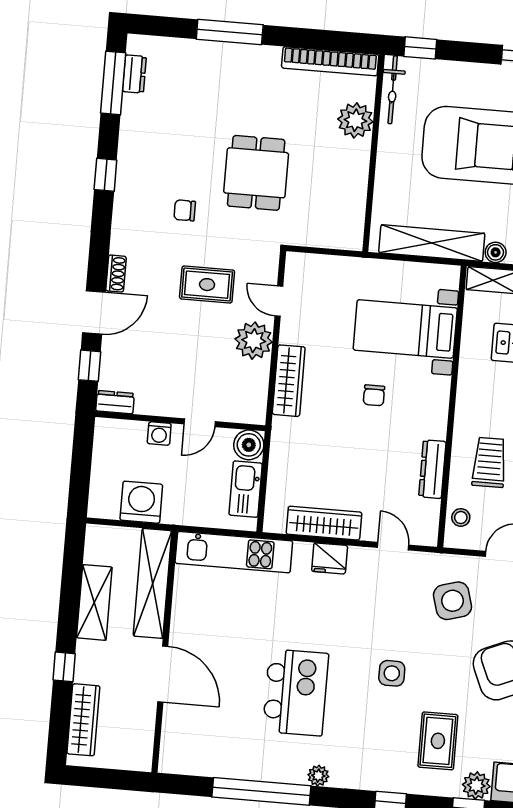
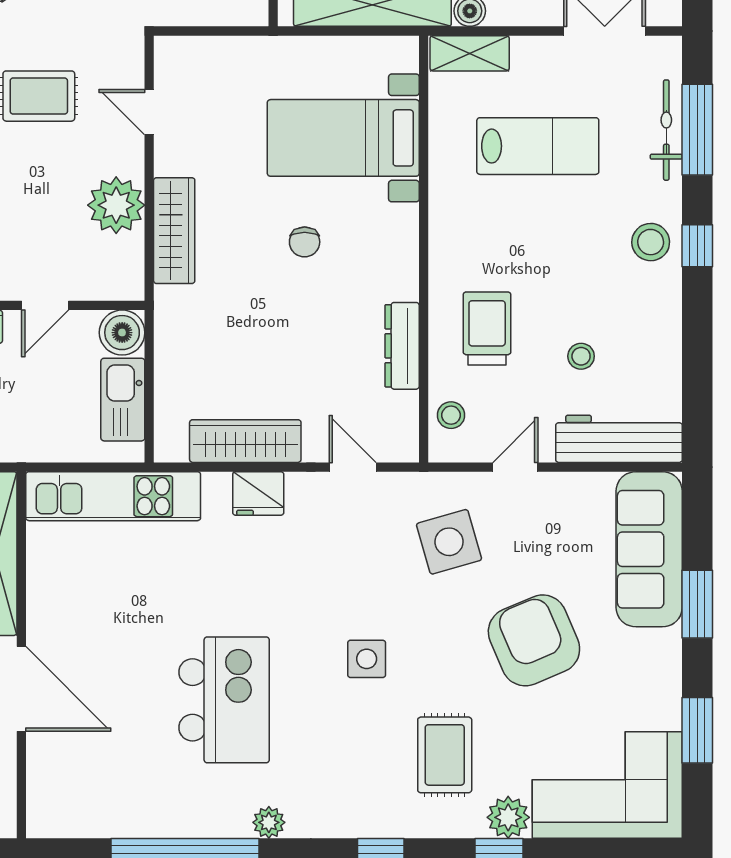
plant: (254, 341) -> (116, 205), moved

